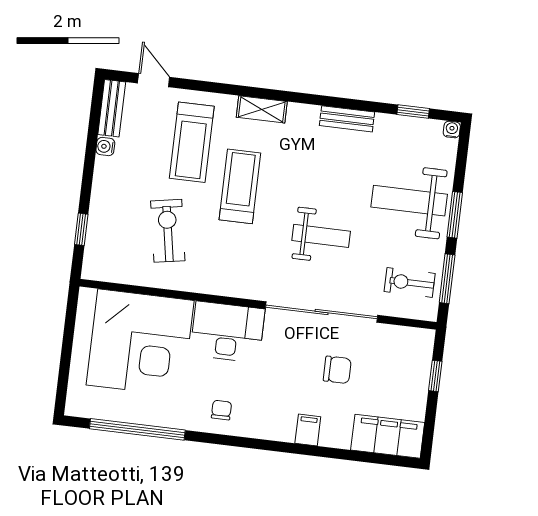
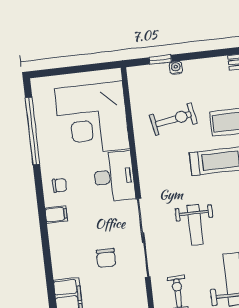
water cooler: (105, 147) -> (176, 68), moved
filing cabinet: (308, 430) -> (56, 214), moved

